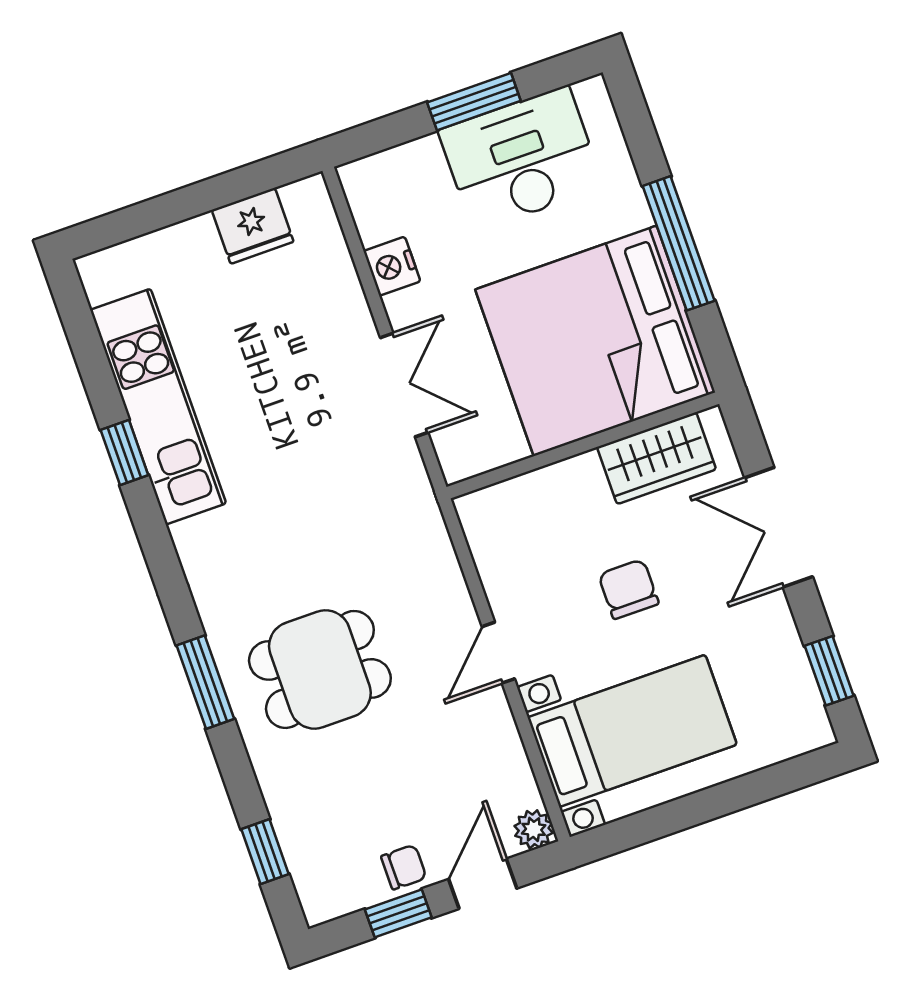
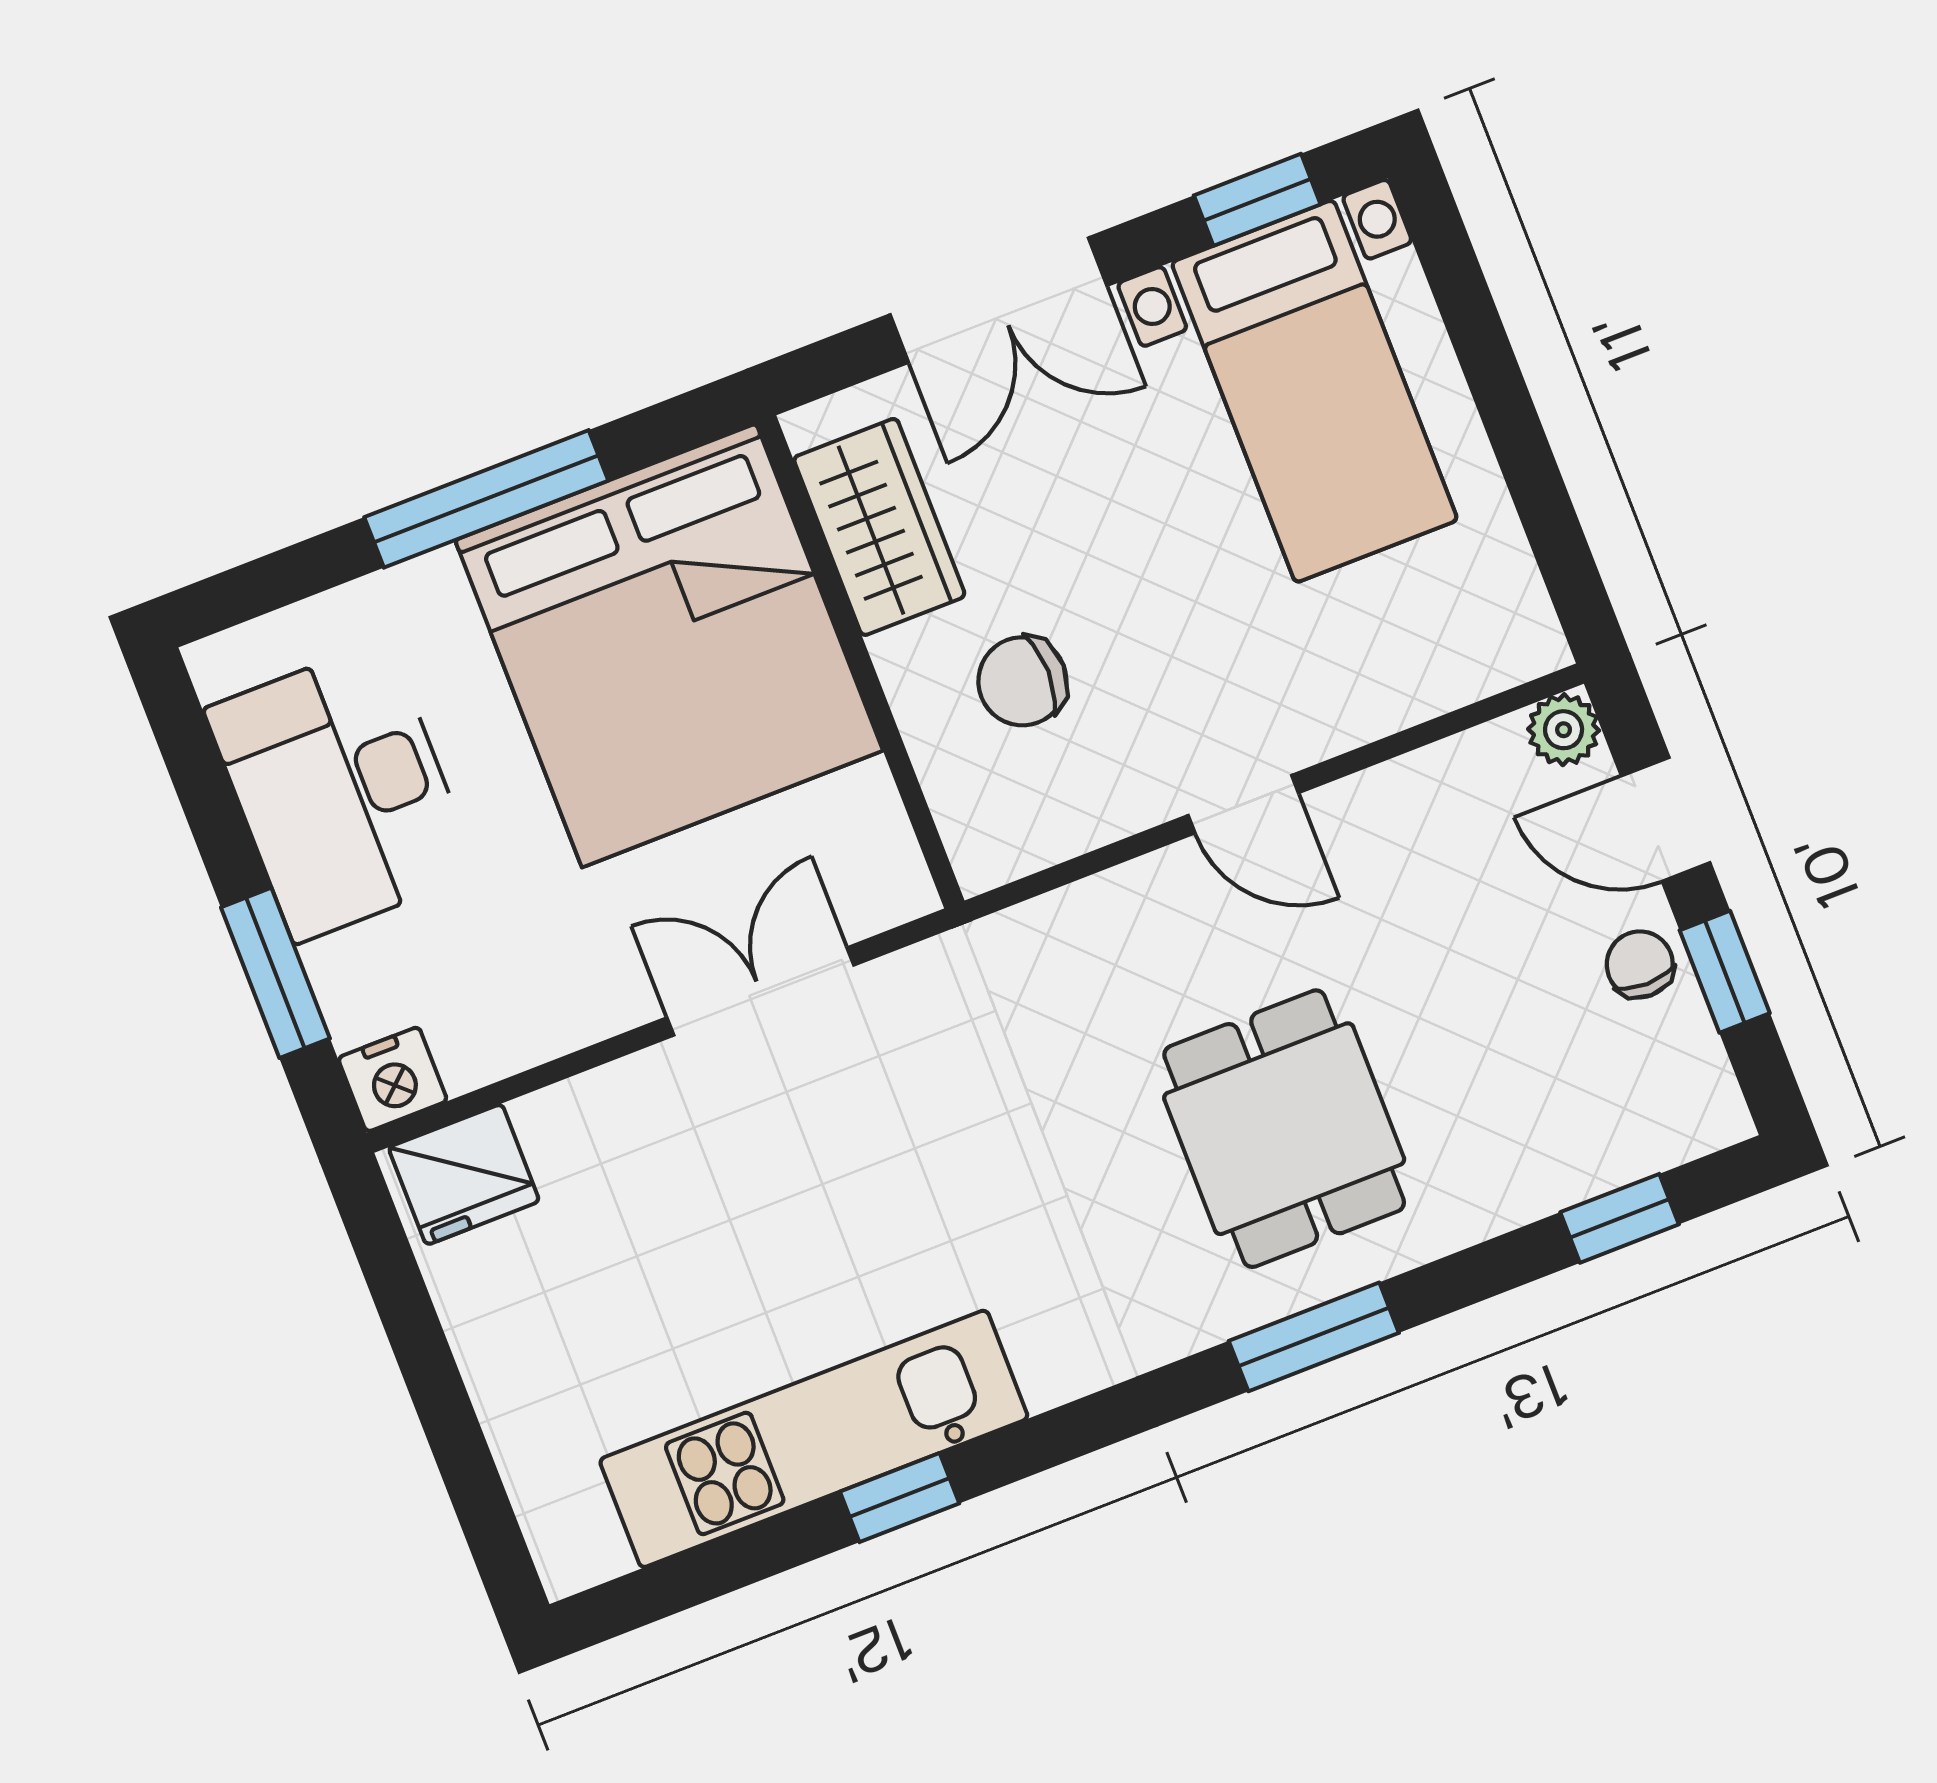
window: (474, 102) -> (275, 973), moved
fridge: (253, 226) -> (464, 1174), moved, turned 90
nightstand: (392, 266) -> (393, 1079), moved
chair: (628, 589) -> (1022, 681), moved
bed with nightstands: (632, 731) -> (1315, 391), moved, turned 180

